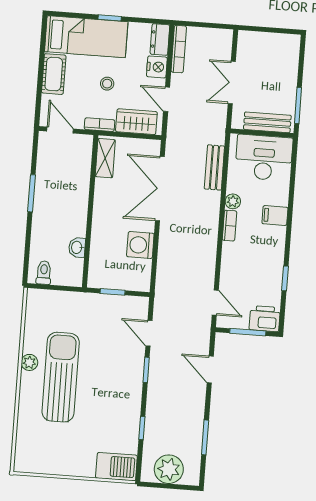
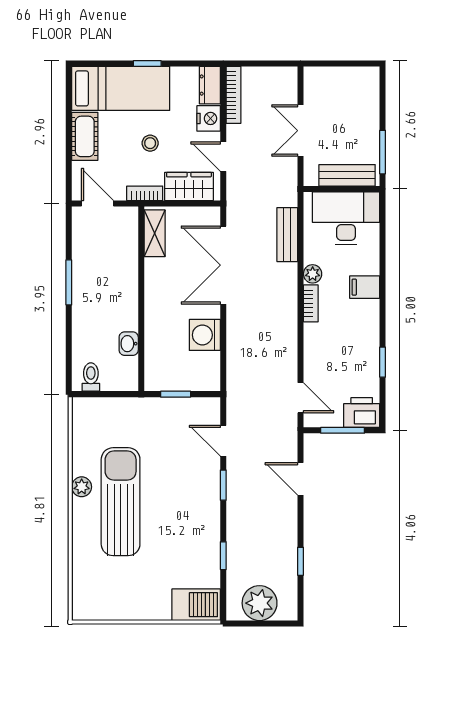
window: (205, 437) -> (300, 561), width x0.67

